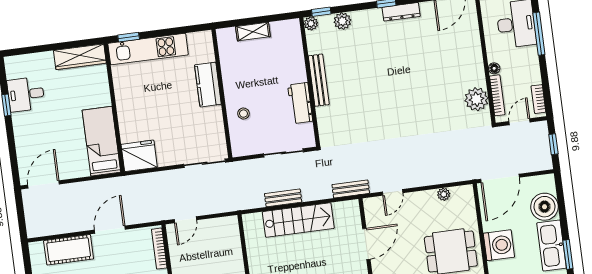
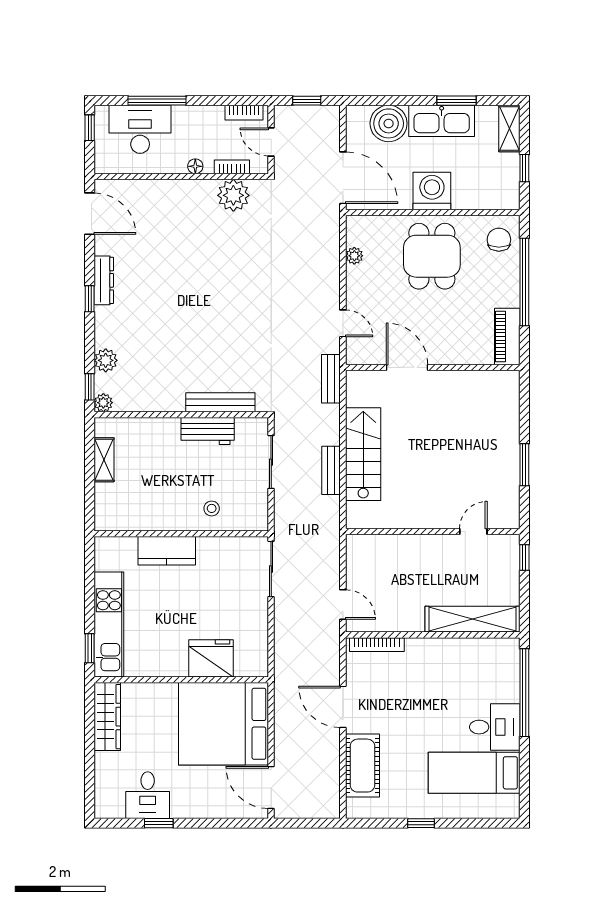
shelving: (253, 32) -> (104, 460), moved
bench: (319, 80) -> (220, 402), moved
bookcase: (497, 95) -> (232, 167), width x0.64
bed: (101, 141) -> (223, 724), width x2.04
fridge: (139, 156) -> (211, 658), moved, turned 90

